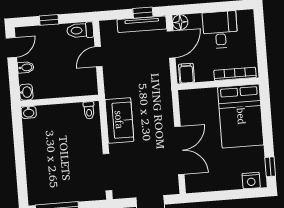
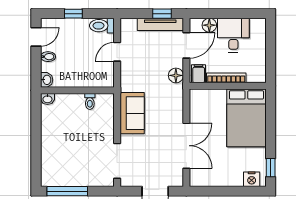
floor lamp: (180, 22) -> (209, 25), moved
bookcase: (235, 74) -> (226, 78), moved
floor lamp: (163, 77) -> (176, 75), added
toilet: (89, 110) -> (90, 101), moved

